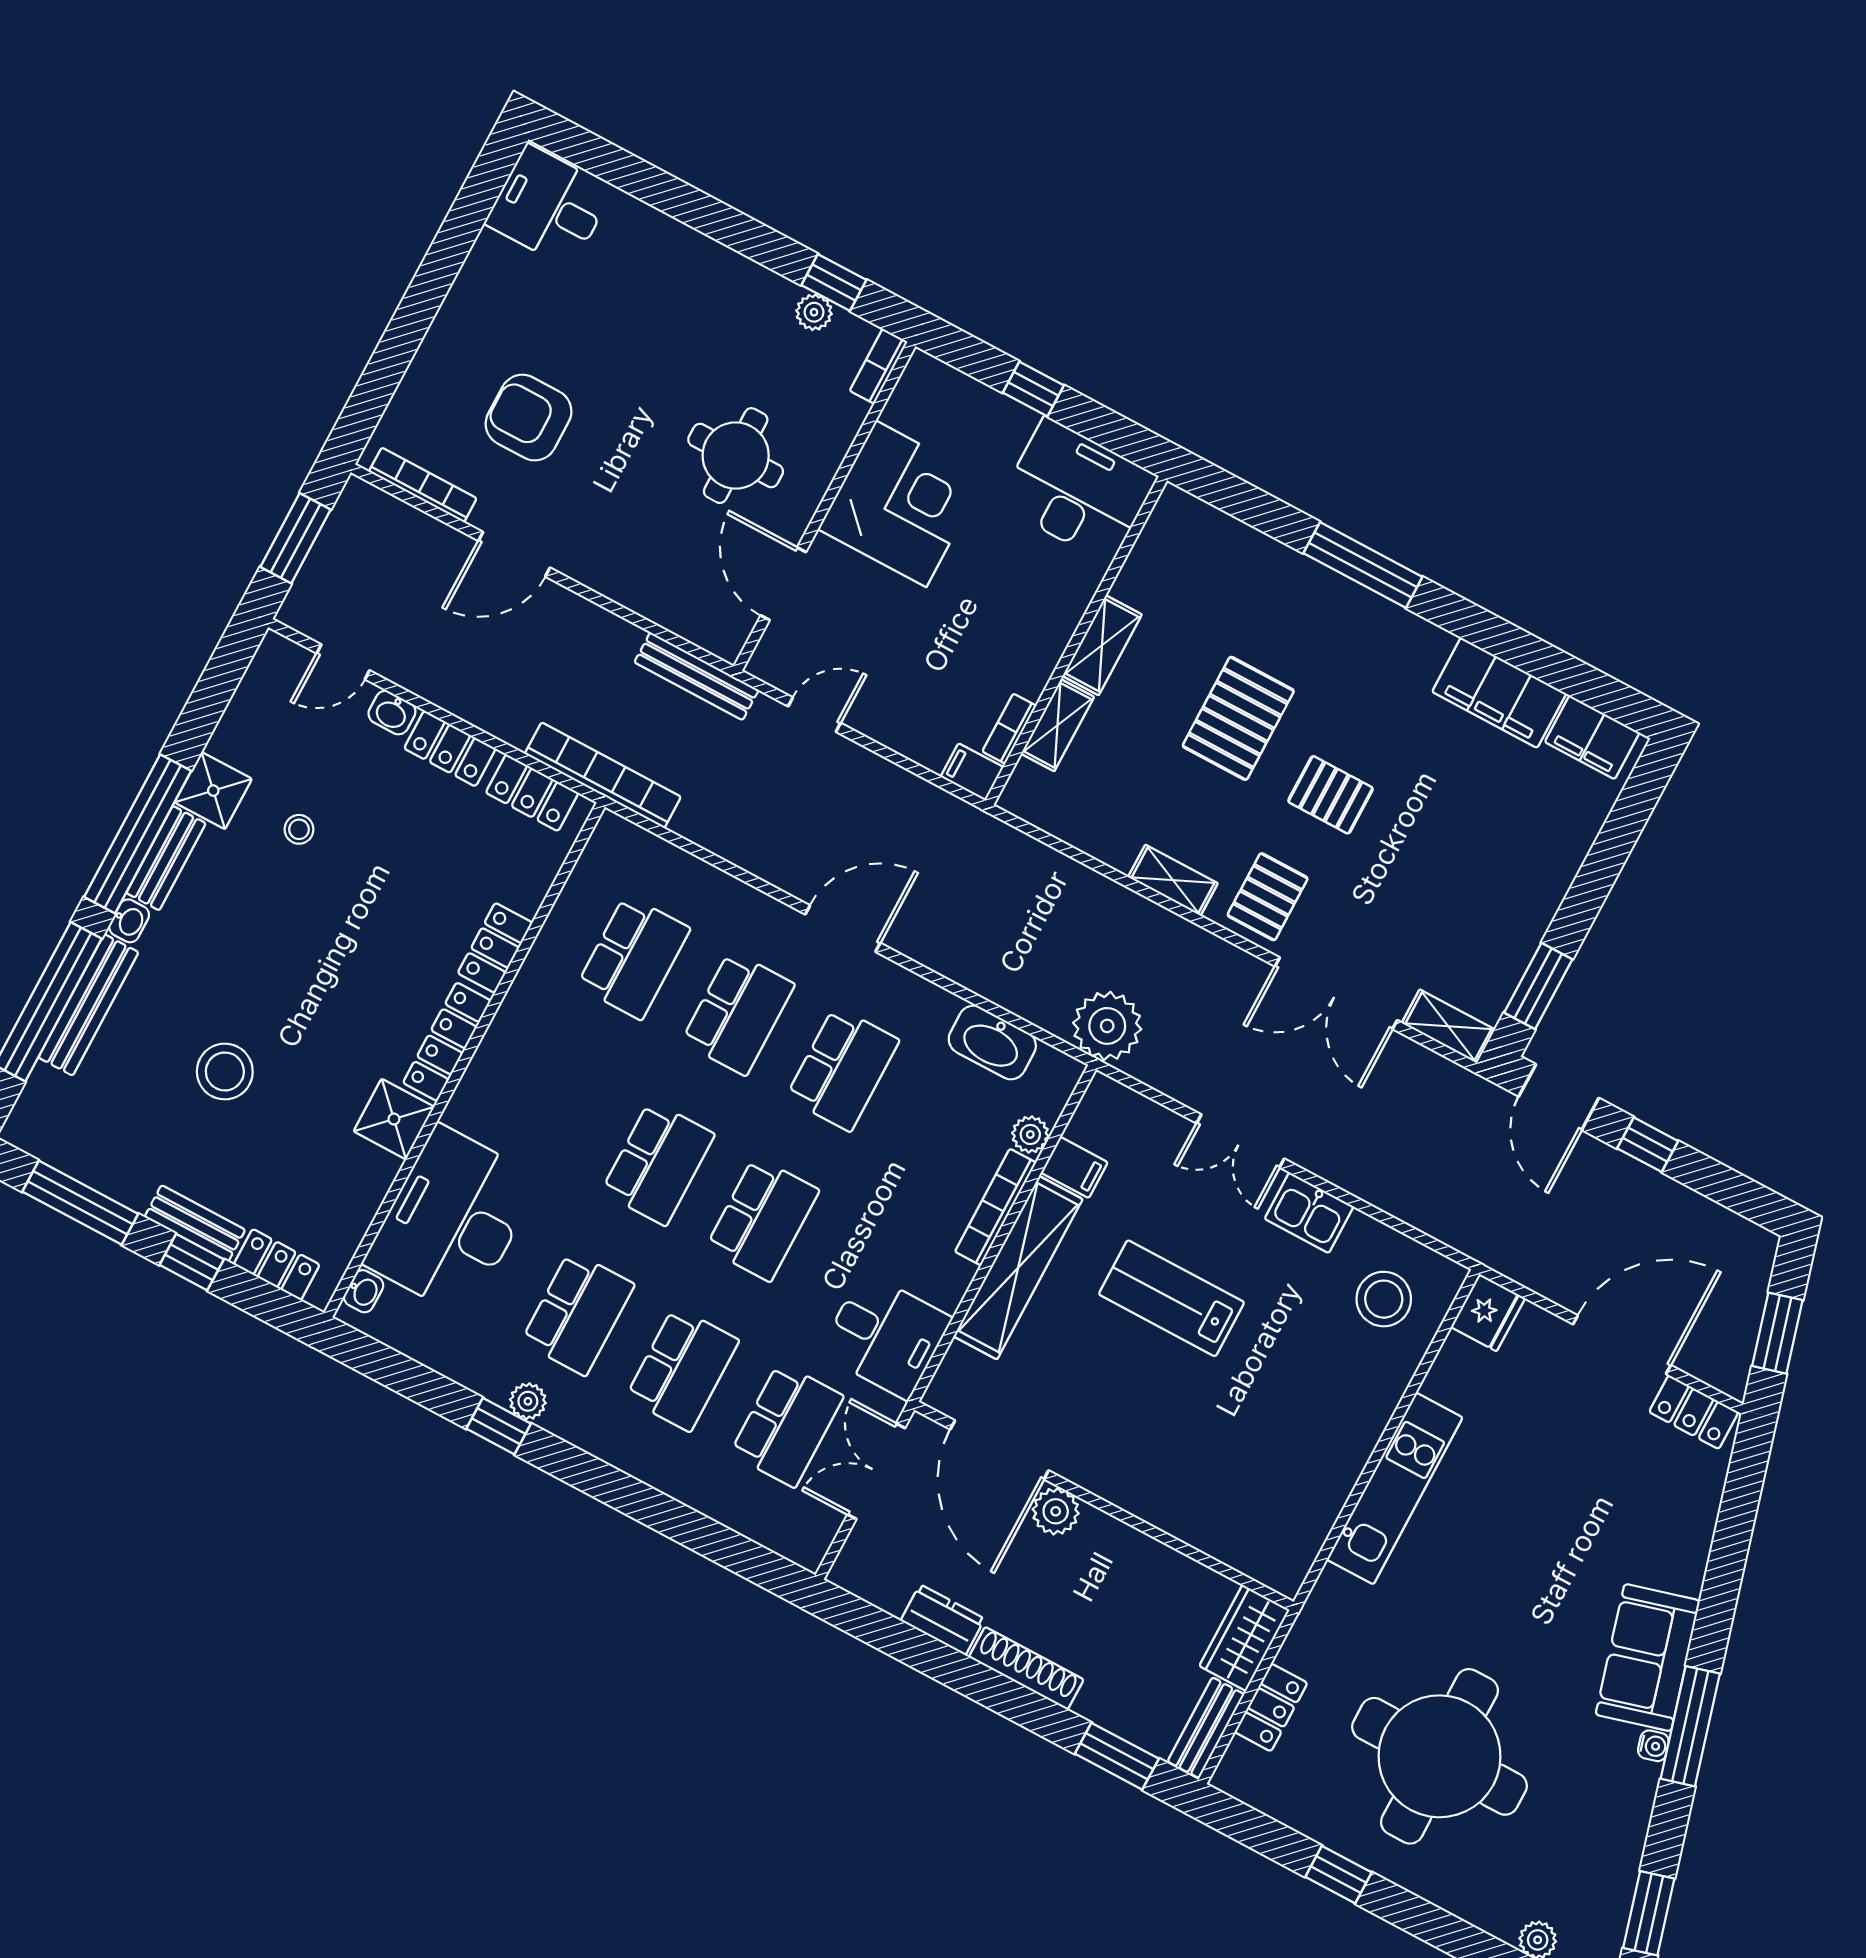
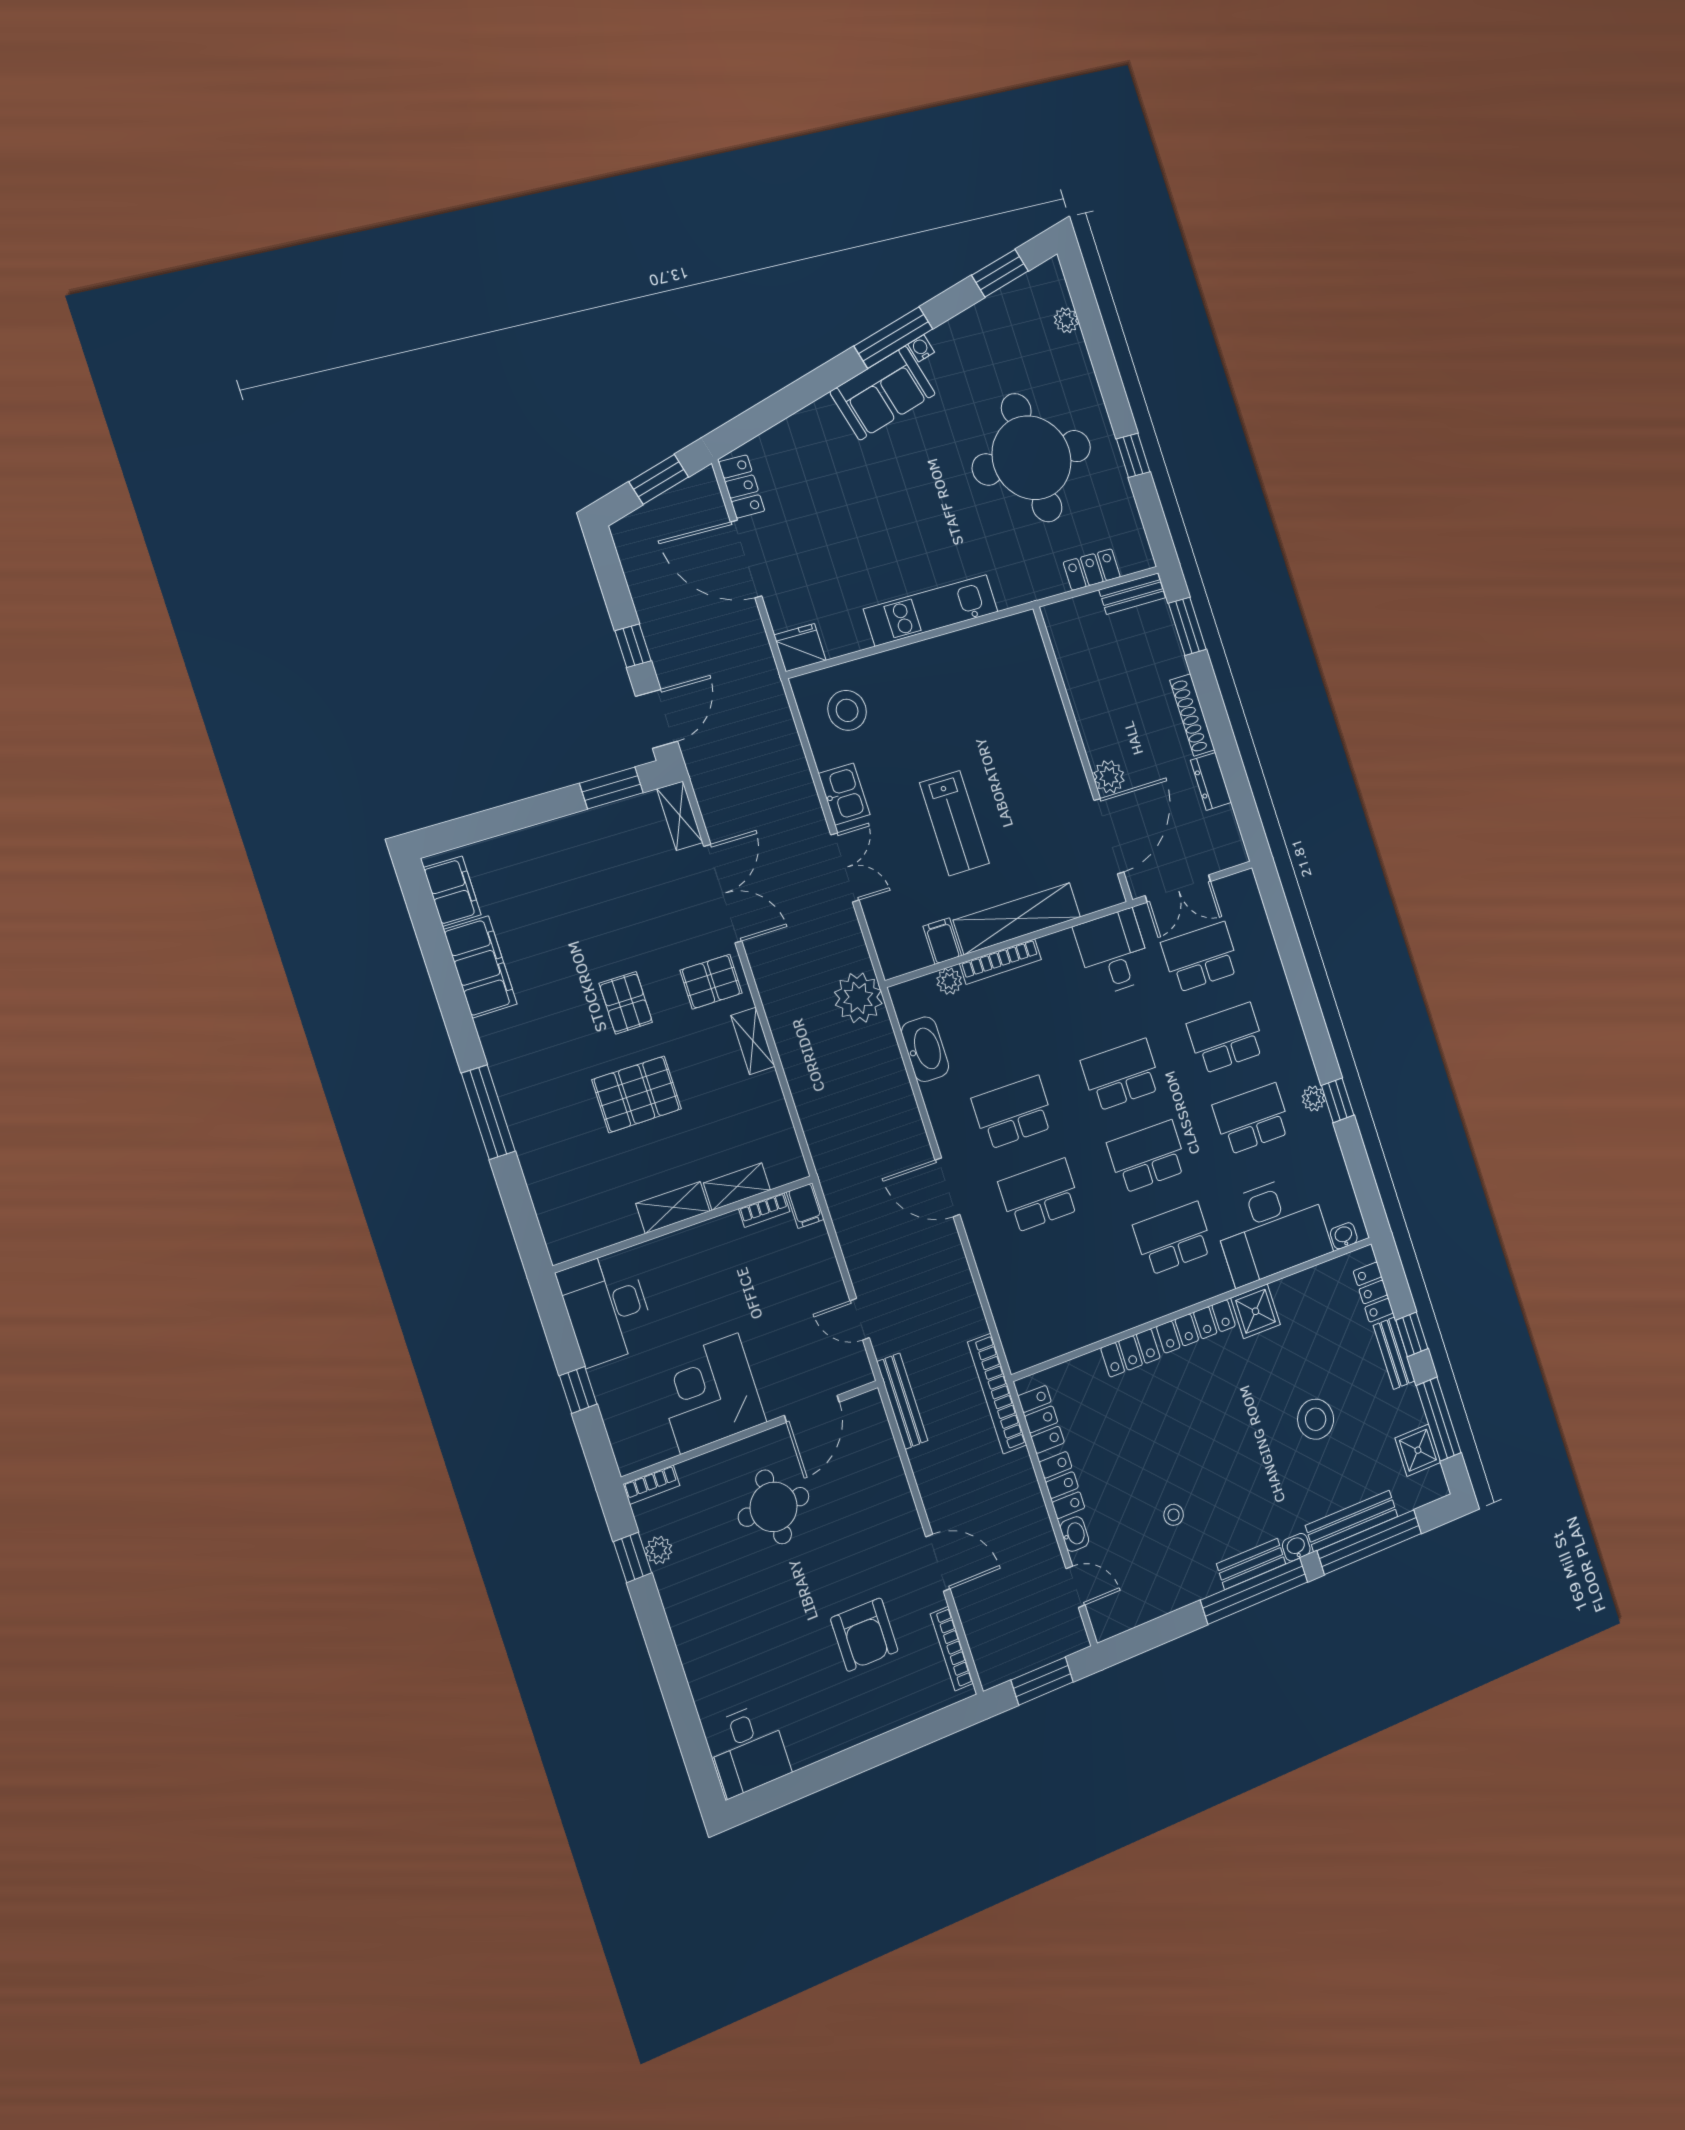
shower: (213, 791) -> (1418, 1450), moved
school desk: (634, 957) -> (1173, 1238), moved
wardrobe: (1244, 1638) -> (1074, 617), removed

